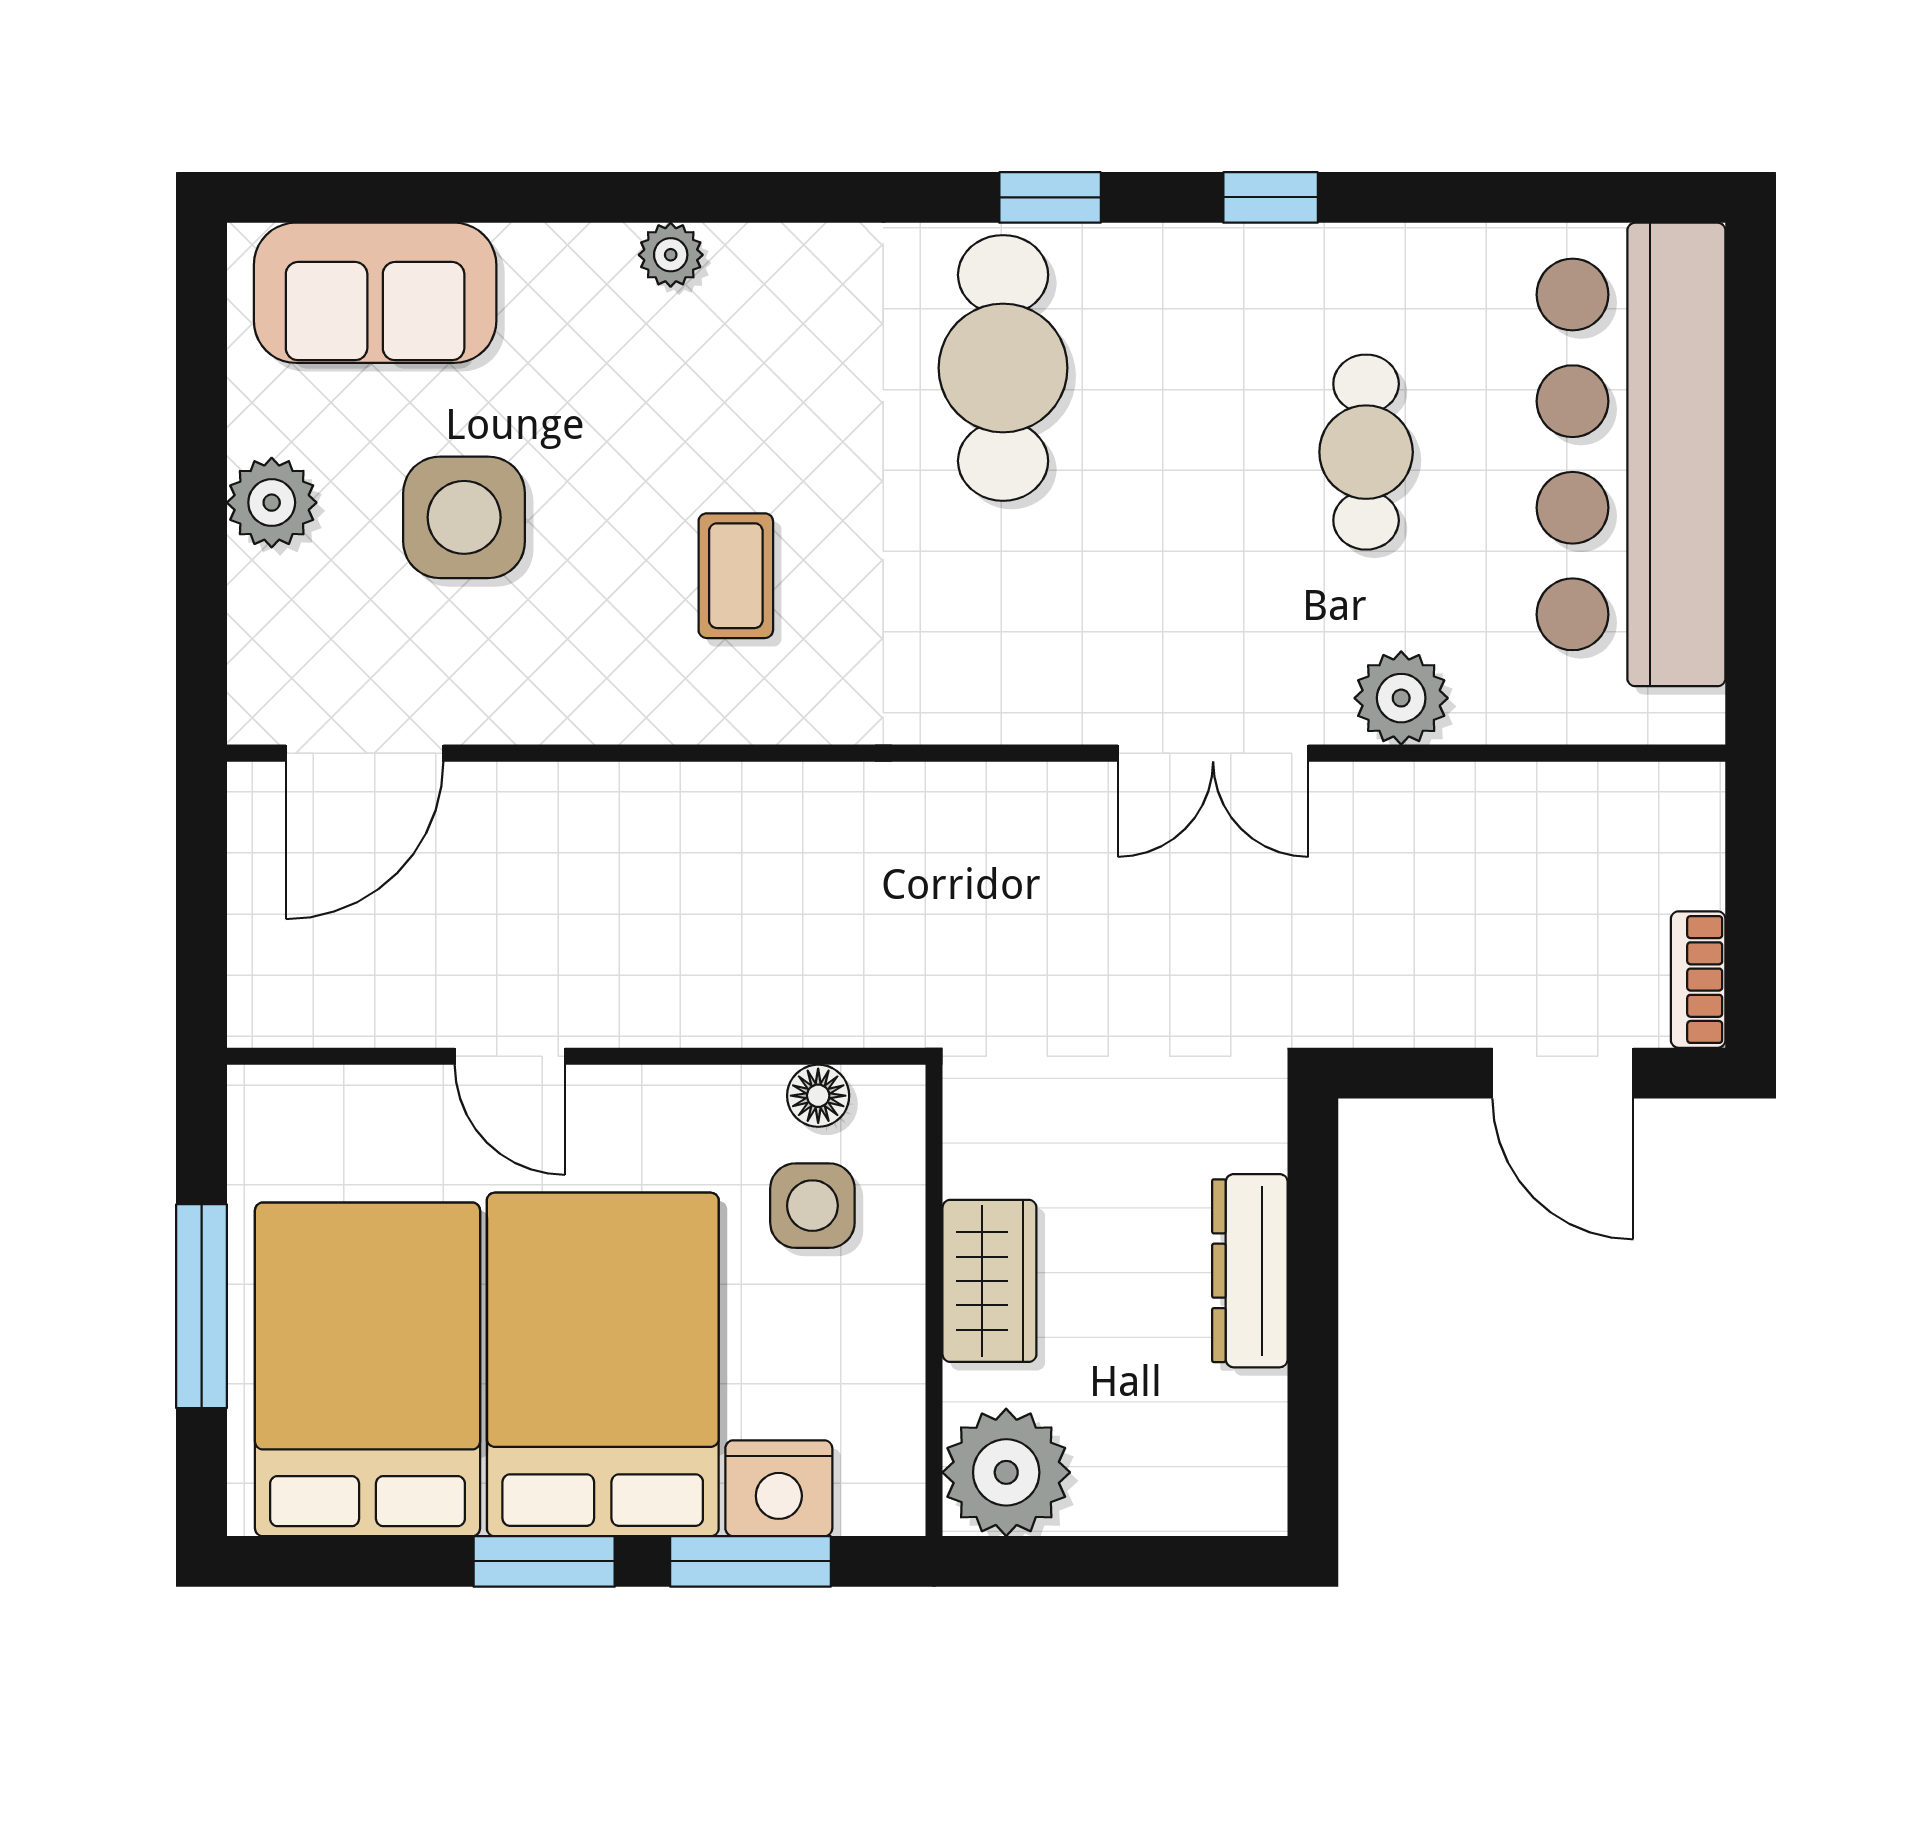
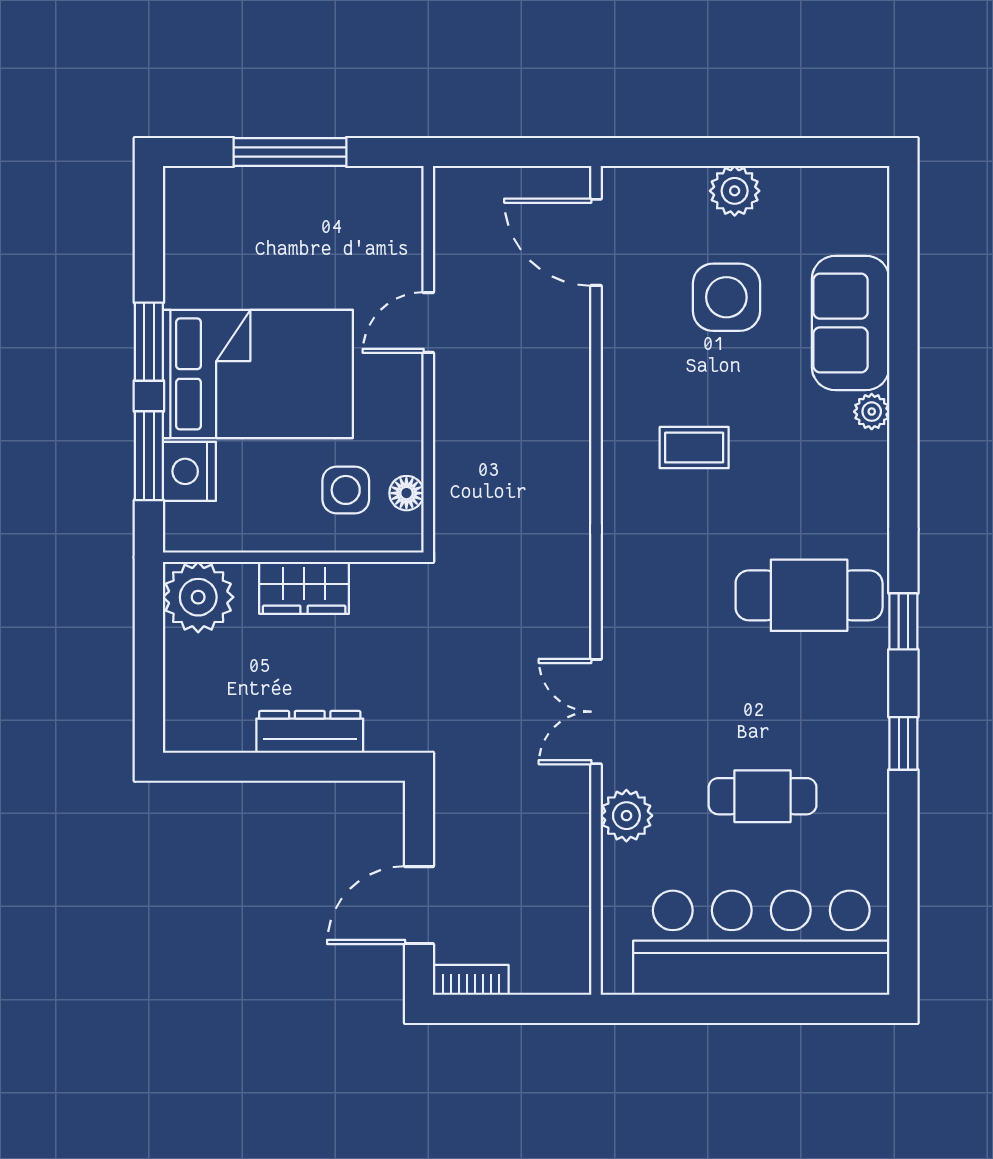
sofa: (375, 293) -> (851, 323), moved
bed: (368, 1369) -> (255, 244), removed

